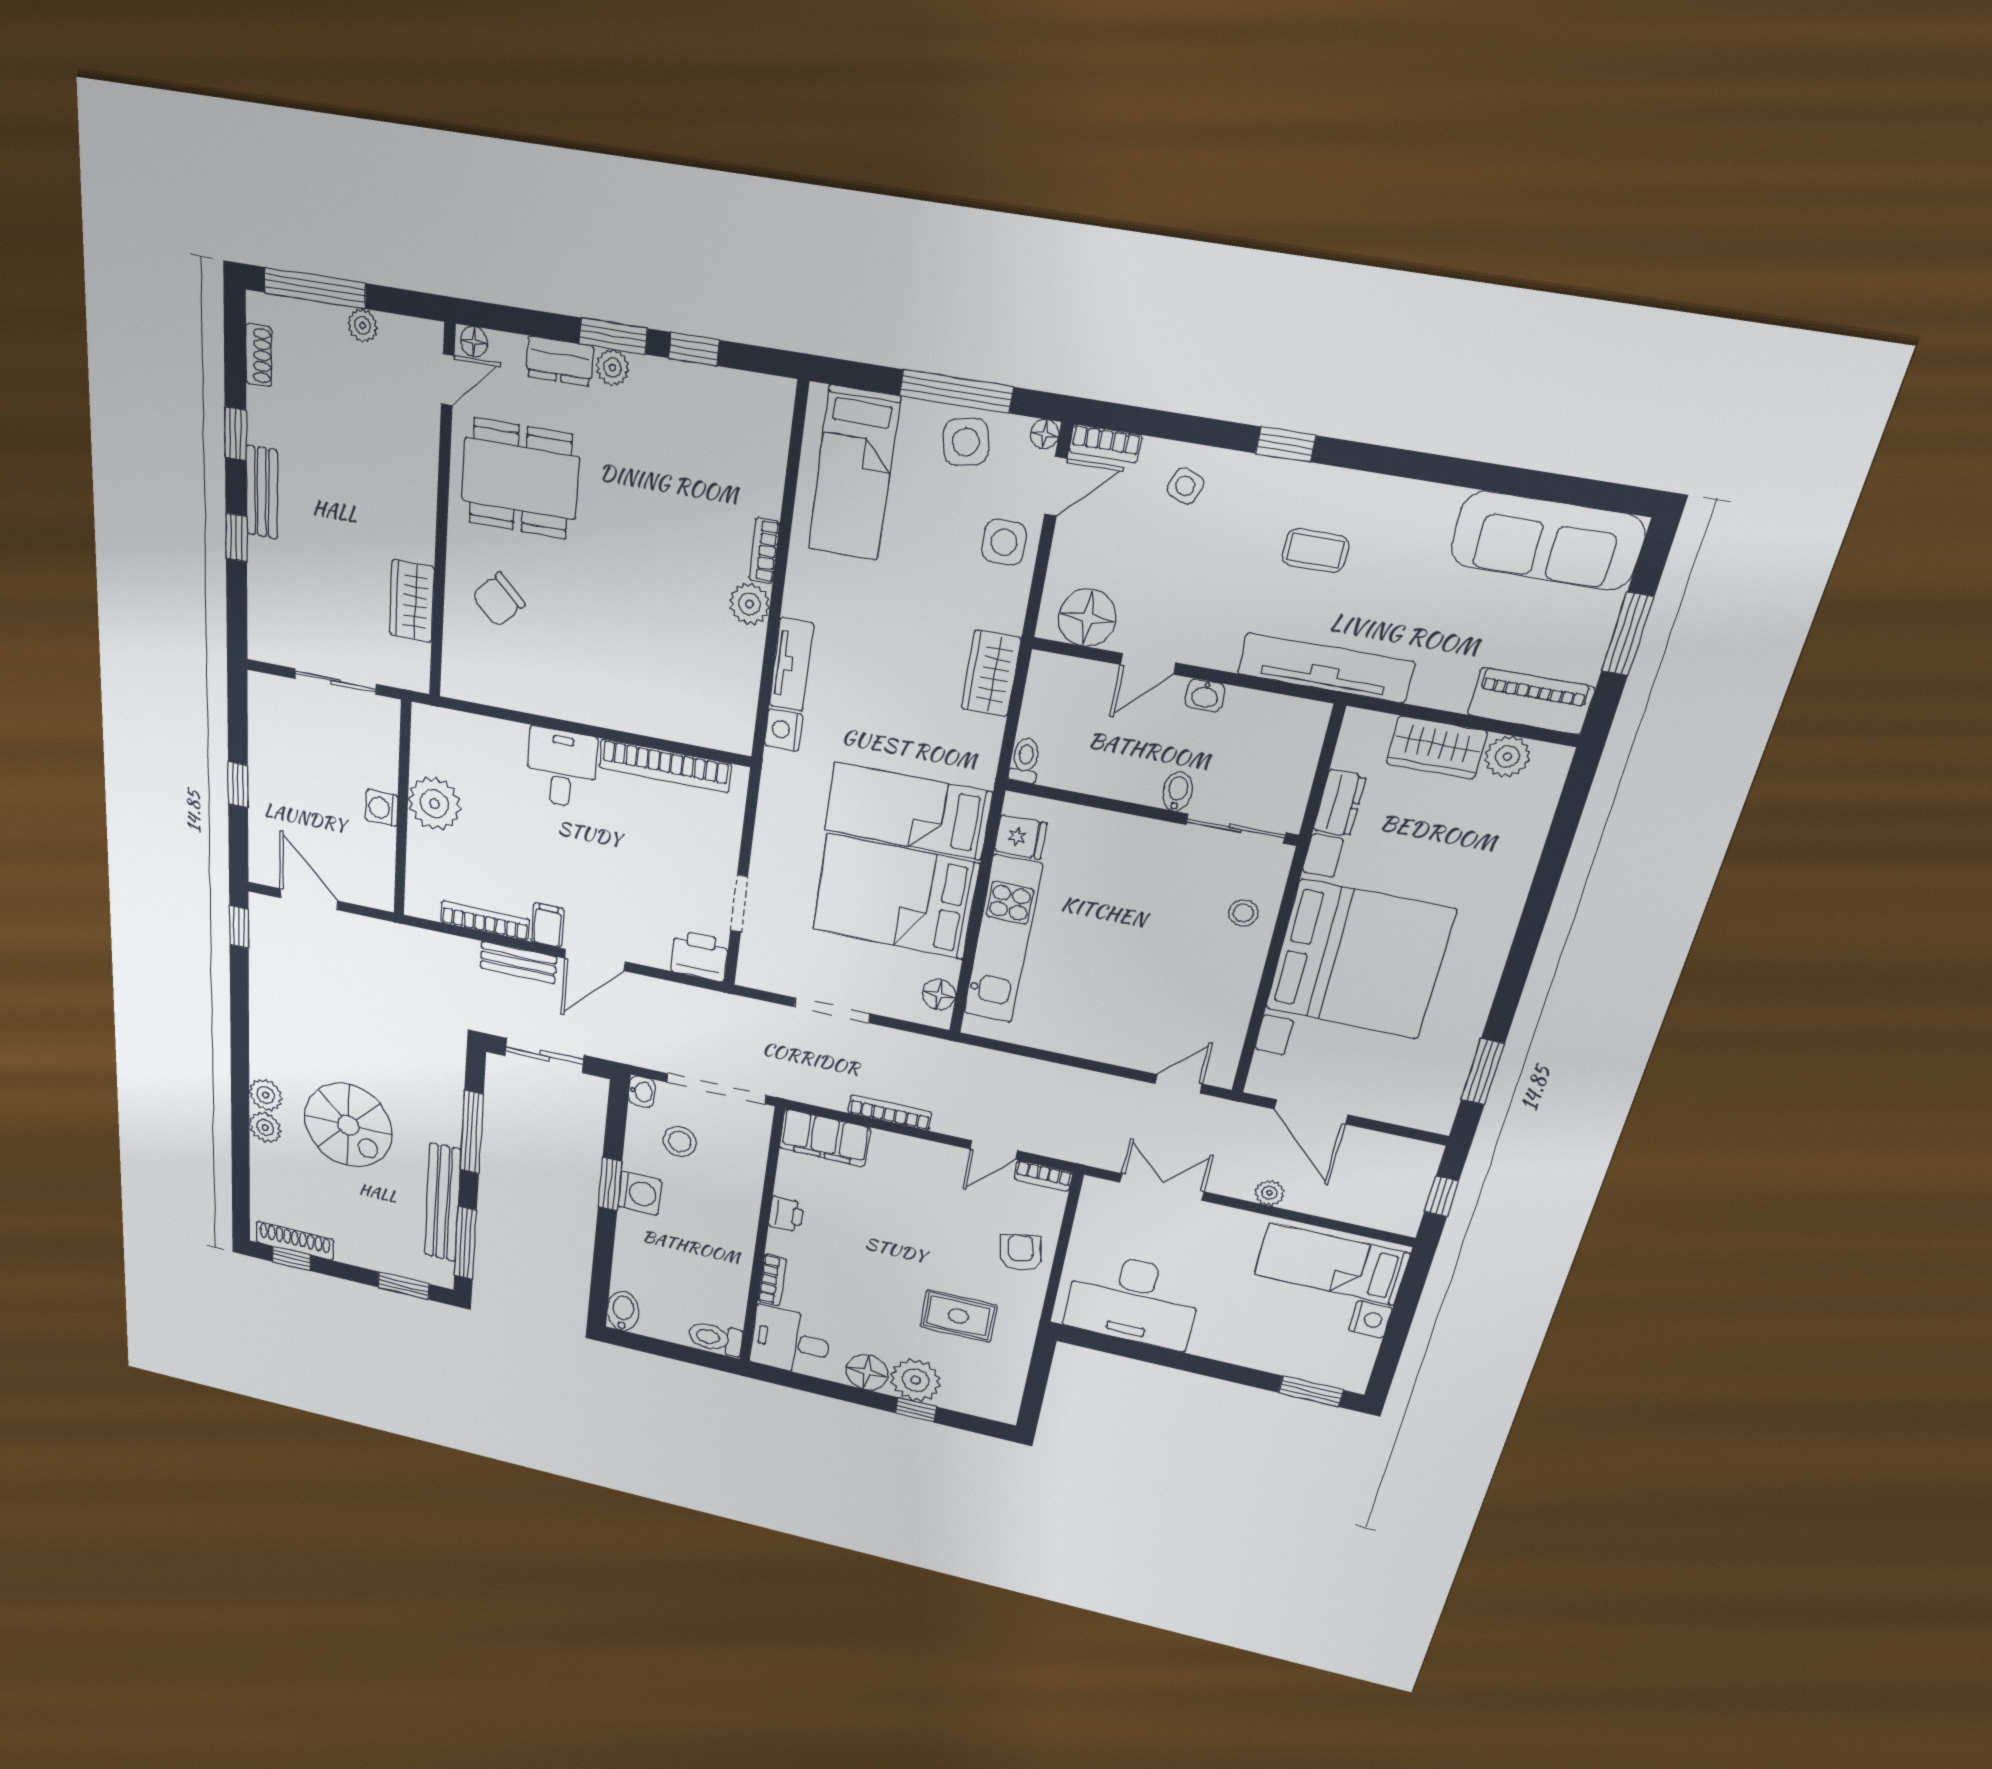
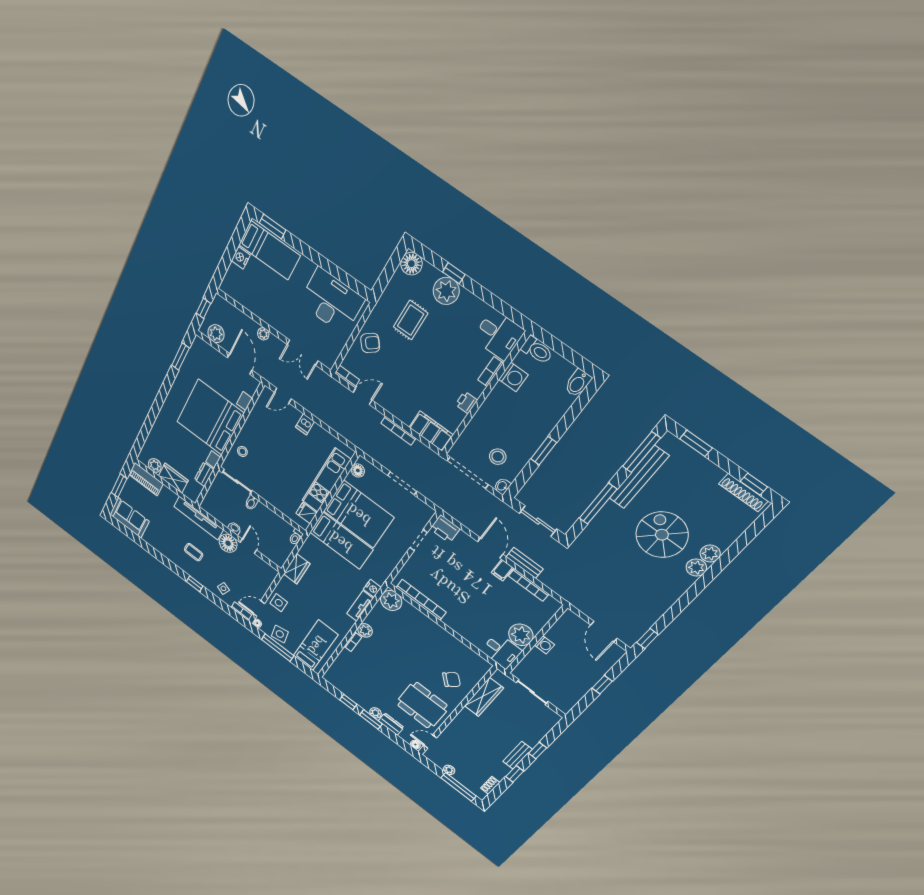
sofa: (1547, 541) -> (129, 518), width x0.73
wardrobe: (412, 601) -> (484, 697), width x1.50
floor lamp: (1088, 618) -> (228, 543), moved
door: (1148, 664) -> (248, 546), hinge flipped
plant: (727, 724) -> (391, 601), added
desk: (562, 768) -> (501, 651), moved, turned -90
door: (595, 960) -> (490, 548), hinge flipped
dishwasher: (1102, 1043) -> (305, 424), added
plant: (1393, 1155) -> (216, 334), added
washing machine: (639, 1193) -> (513, 377), moved, turned 180
armchair: (1021, 1253) -> (370, 343), turned -119
bed: (1331, 1264) -> (269, 250), moved
rug: (958, 1316) -> (411, 320), turned 90
floor lamp: (867, 1372) -> (411, 264), moved

